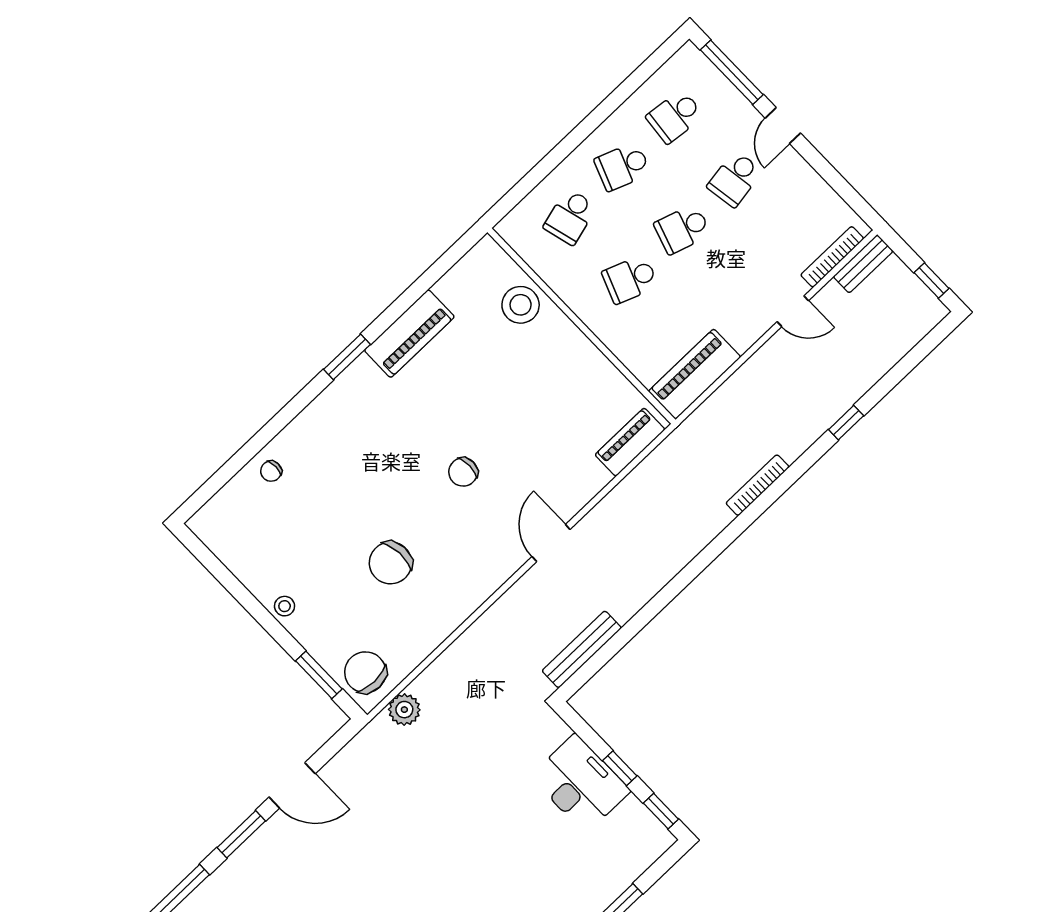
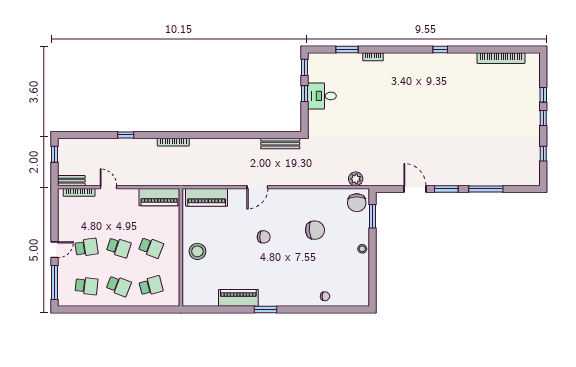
stool: (521, 305) -> (197, 251), moved
piano: (630, 442) -> (207, 197), width x1.37, depth x1.33
desk: (580, 784) -> (322, 96), width x0.73

